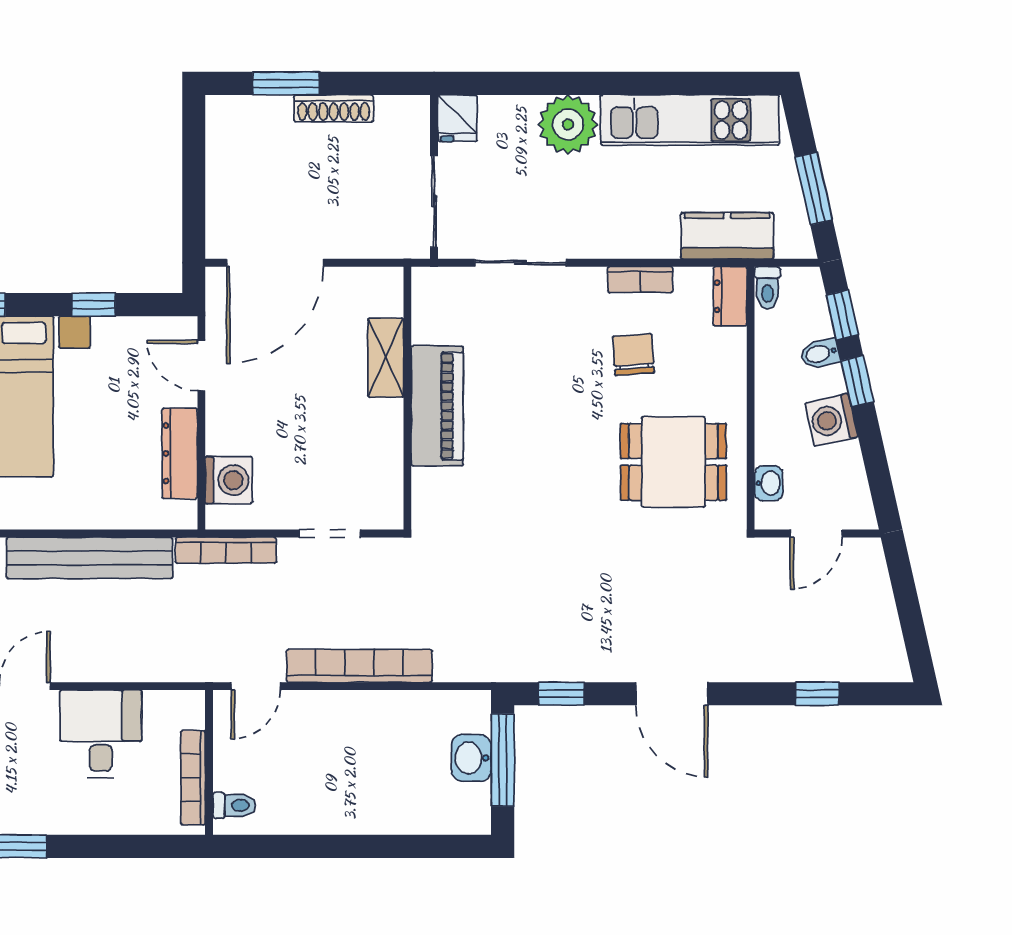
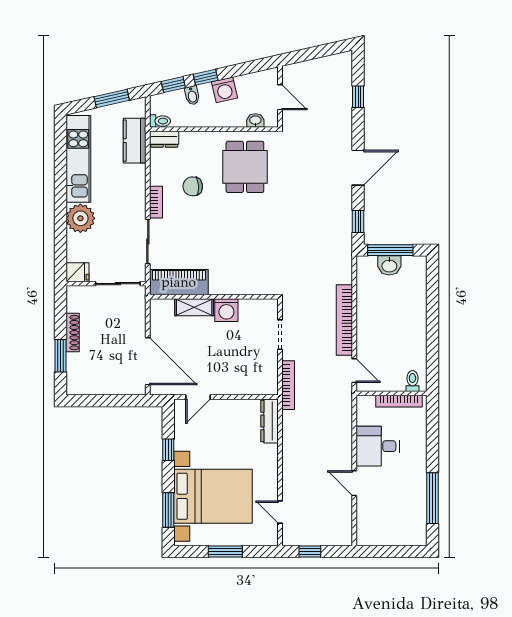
bookcase: (640, 280) -> (156, 202), moved
piano: (437, 406) -> (179, 282), moved
dresser: (180, 453) -> (269, 421), moved, turned 90
washing machine: (229, 480) -> (226, 310), moved, turned 180
bench: (90, 558) -> (292, 452), removed

